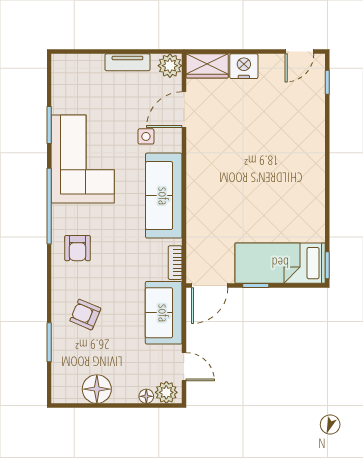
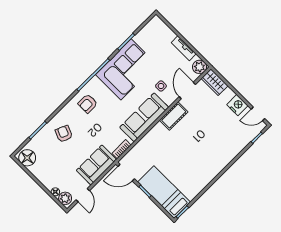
nightstand: (244, 66) -> (237, 105), moved
door: (184, 110) -> (187, 91), hinge flipped
cot: (199, 158) -> (174, 116), added
floor lamp: (97, 389) -> (27, 158), moved

